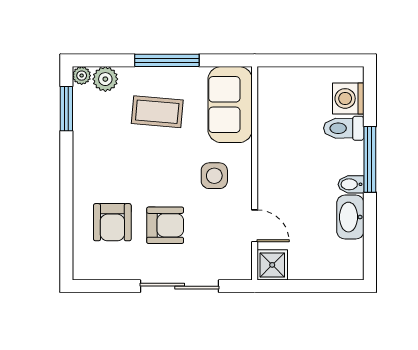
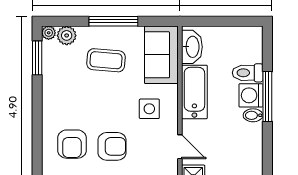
washing machine: (348, 98) -> (251, 95), moved
bathtub: (274, 153) -> (194, 92), added
washbasin: (350, 217) -> (192, 47), moved, turned 180

